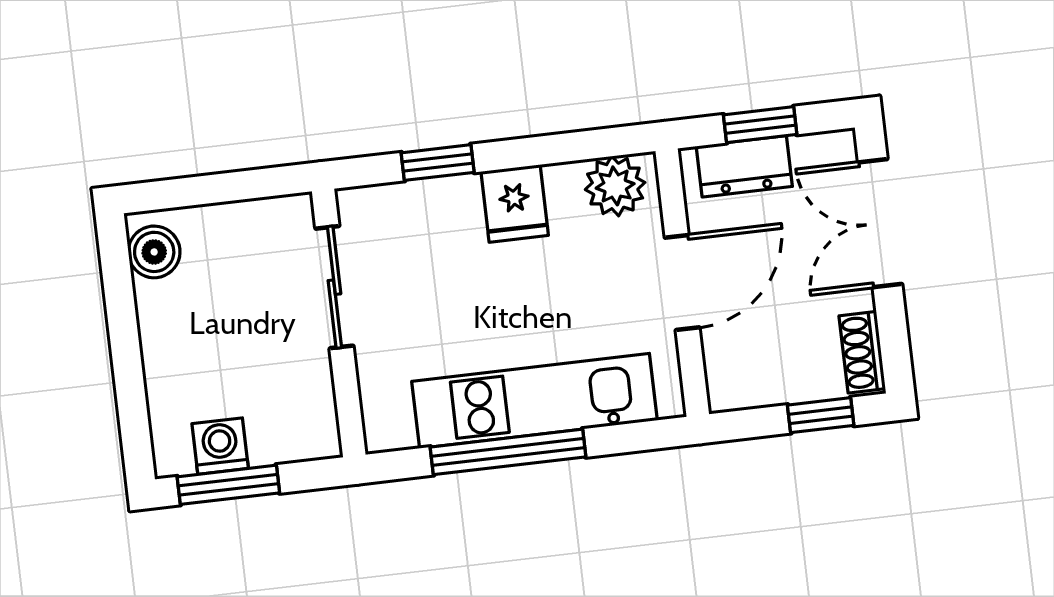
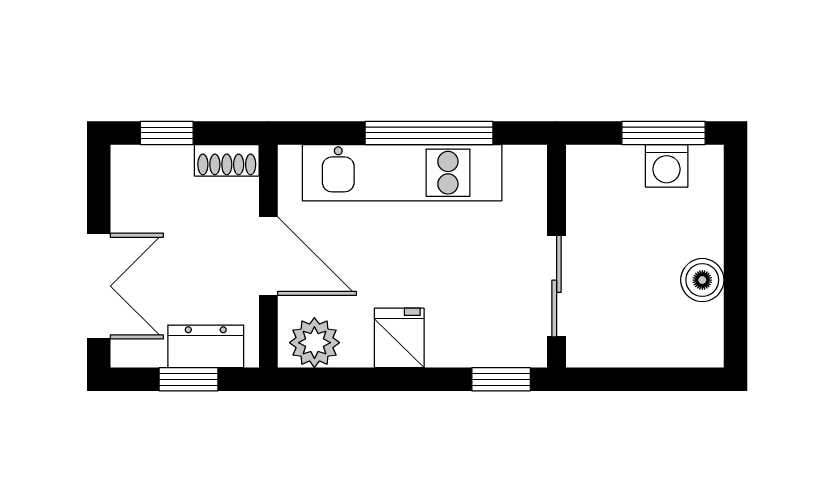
window: (438, 163) -> (501, 379), moved
boiler: (154, 252) -> (702, 280), moved
door: (682, 283) -> (268, 256), swing flipped
shoe rack: (862, 352) -> (227, 160), moved, turned 90

